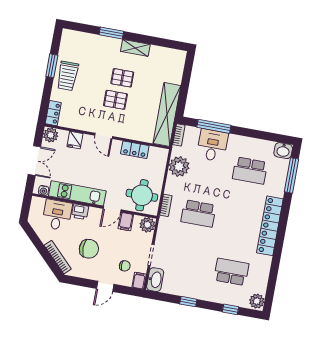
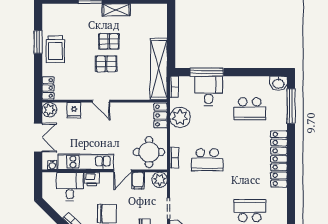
locker: (135, 150) -> (161, 116), moved, turned 90

